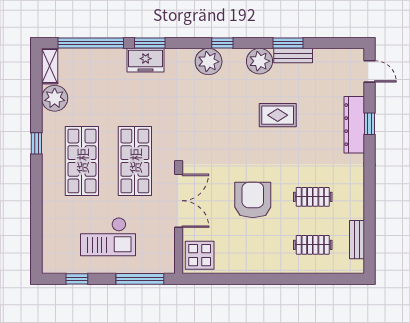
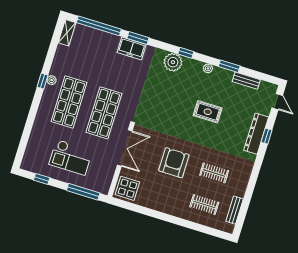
bench: (293, 56) -> (246, 81), moved
plant: (259, 61) -> (208, 68), width x0.53, depth x0.53
plant: (55, 98) -> (52, 80), moved, width x0.53, depth x0.53

